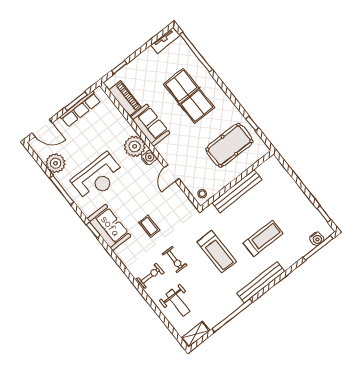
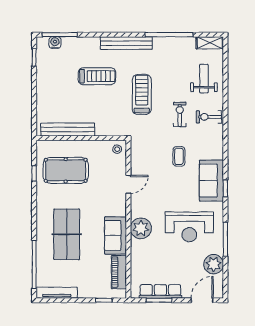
tv unit: (165, 40) -> (57, 293), width x1.41
door: (42, 128) -> (202, 300), hinge flipped
water cooler: (149, 158) -> (137, 211), removed
reception desk: (98, 177) -> (189, 227), turned 180
bench: (237, 191) -> (68, 130), moved
treadmill: (263, 238) -> (97, 76), turned 180

